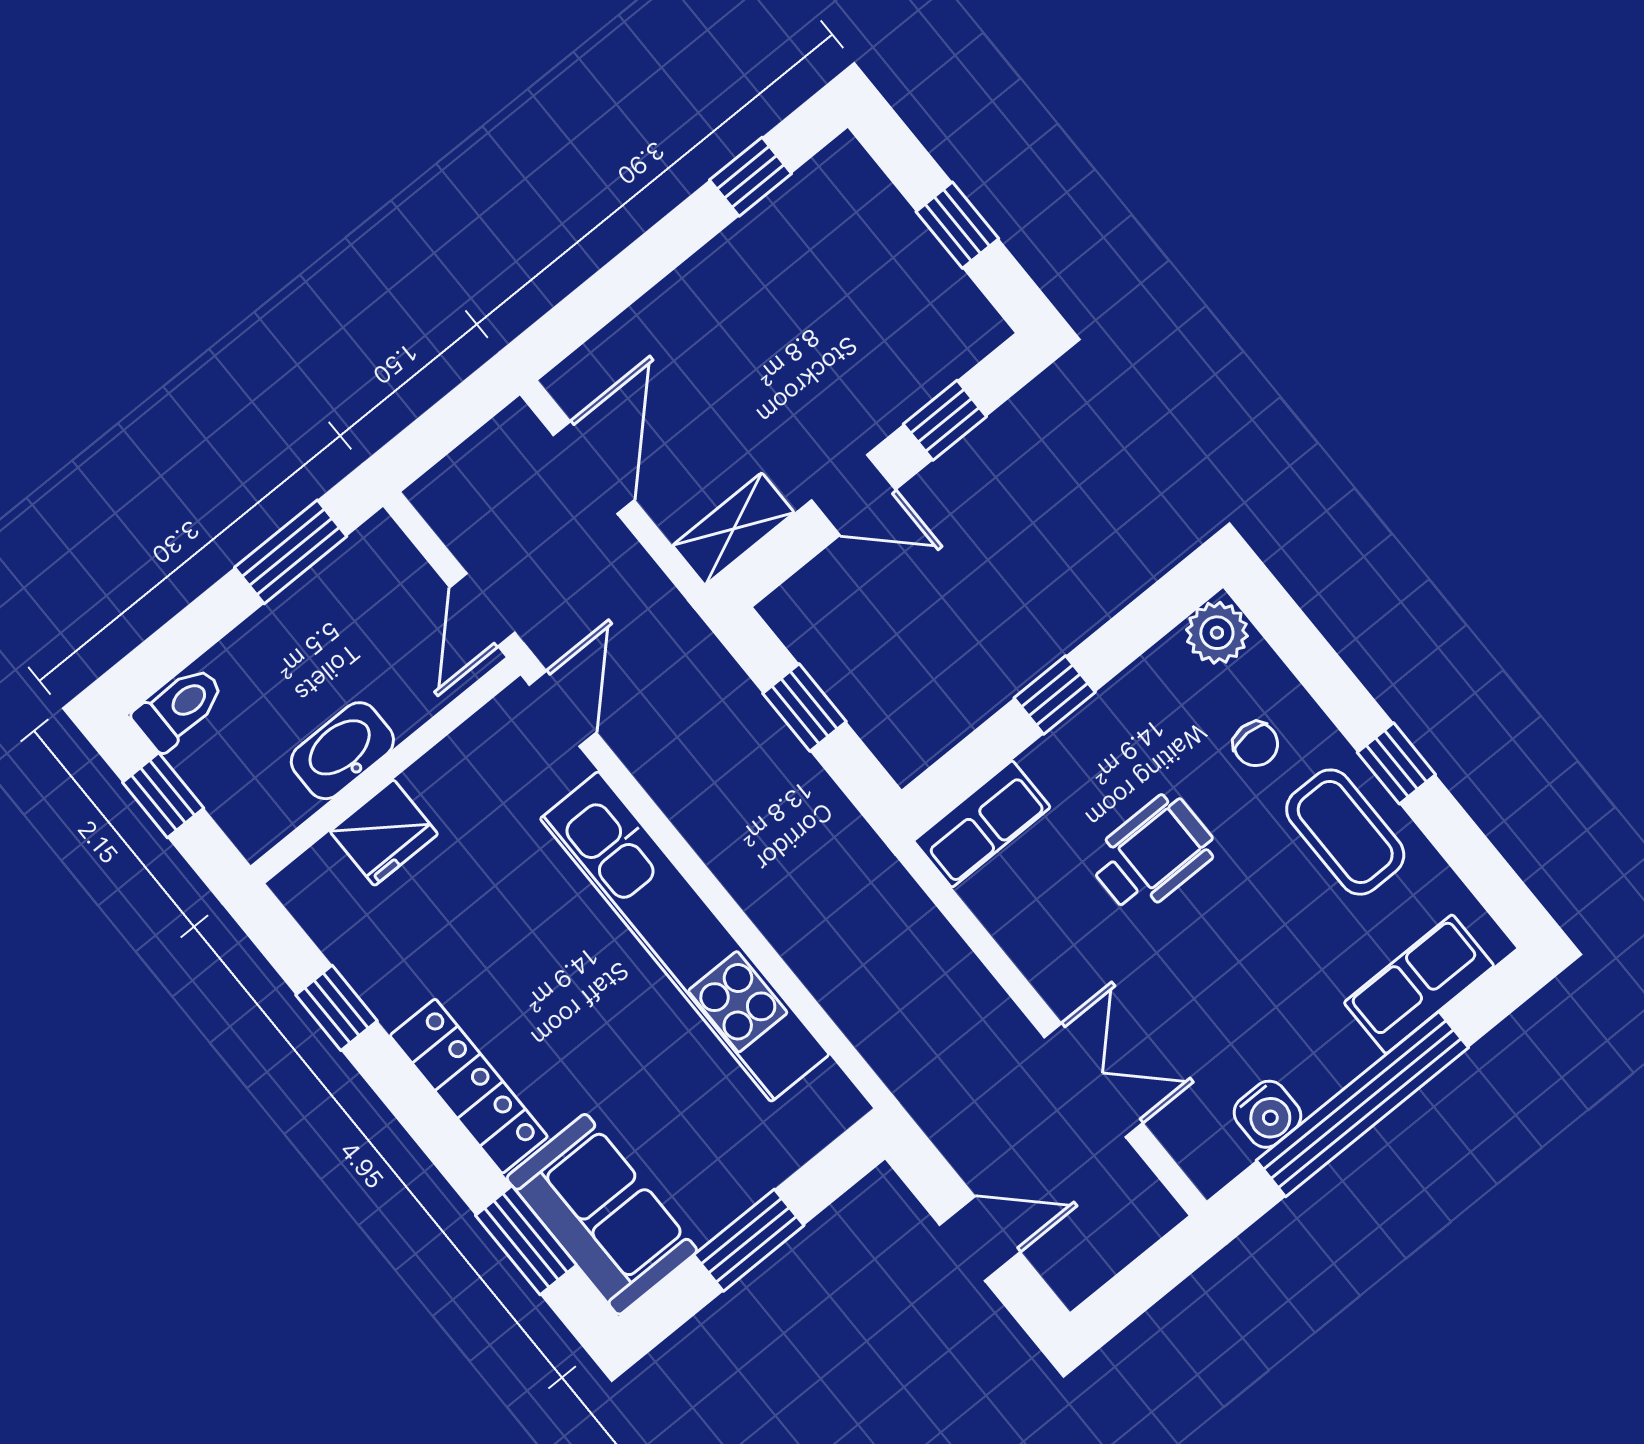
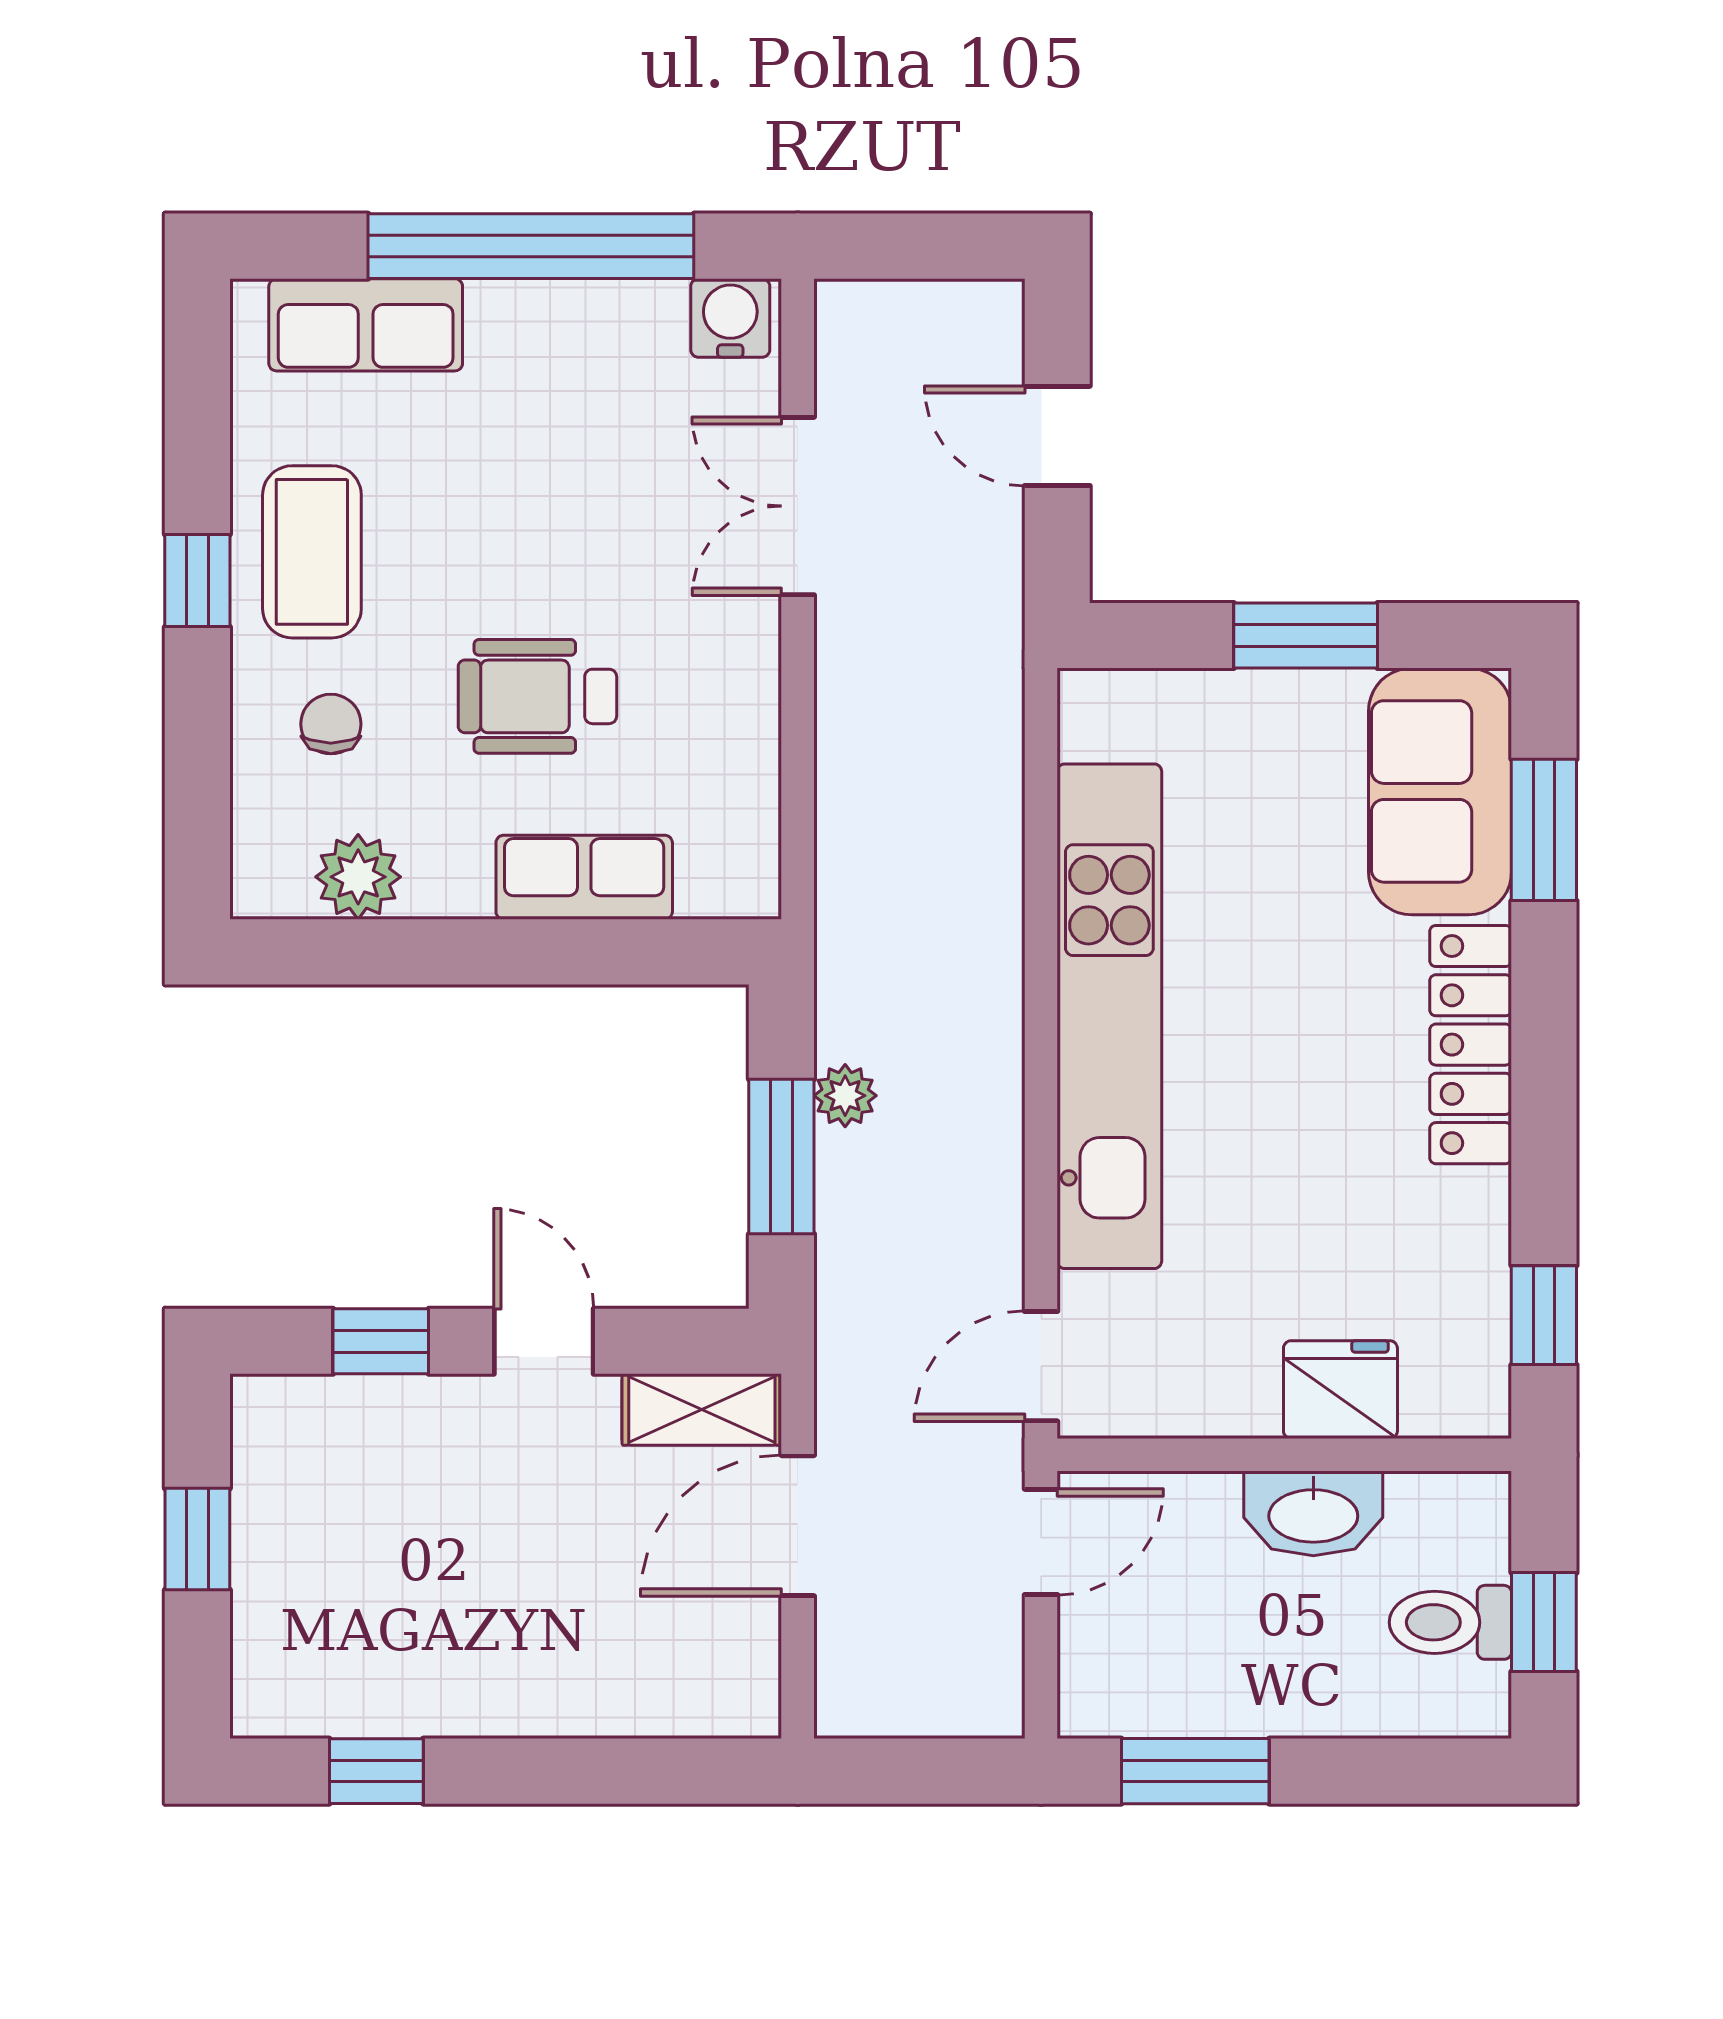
door: (594, 468) -> (798, 1526), moved
plant: (1217, 633) -> (358, 877), moved
window: (1055, 695) -> (503, 952), removed
window: (805, 707) -> (781, 1157), width x1.50
toilet: (179, 708) -> (1450, 1622), moved
plant: (797, 771) -> (845, 1096), added
row of seats: (982, 824) -> (584, 877), moved
window: (336, 1008) -> (1544, 1315), moved
water cooler: (1267, 1114) -> (730, 318), moved

